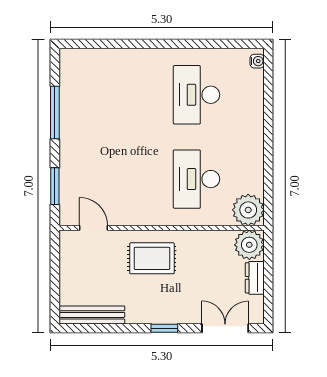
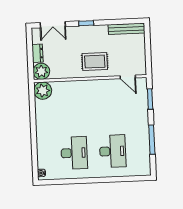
desk: (196, 179) -> (113, 151), moved

